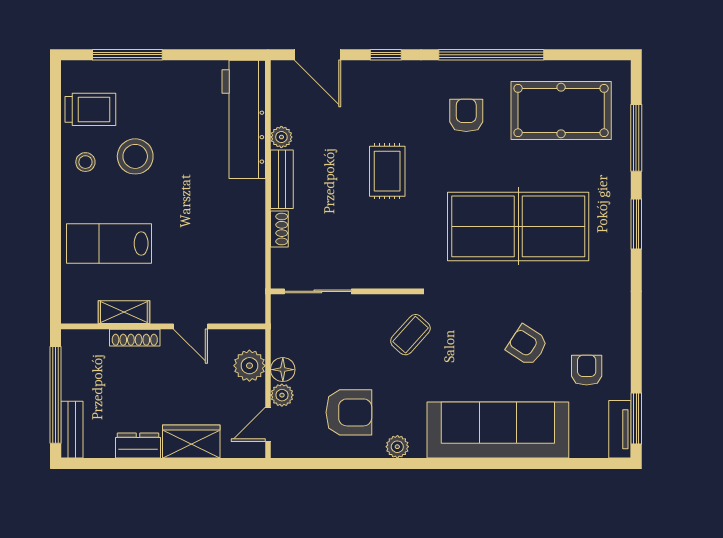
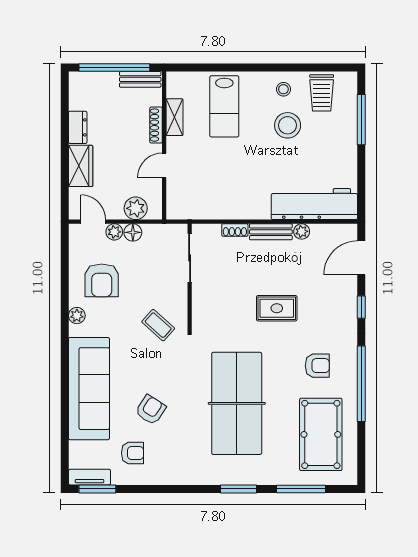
lab bench: (109, 243) -> (224, 106), turned 180
bench: (72, 430) -> (140, 79), moved

